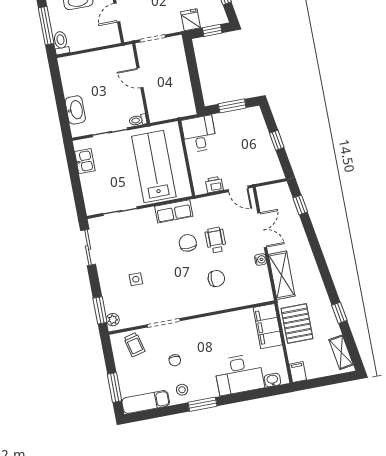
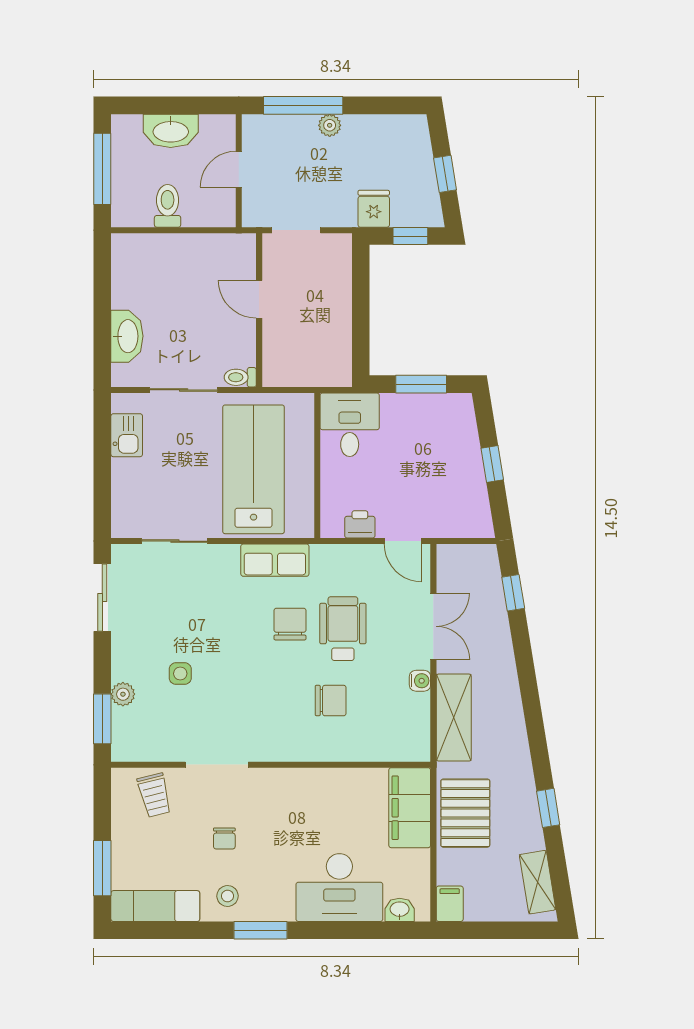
toilet: (61, 43) -> (168, 206), moved
wheelchair: (216, 240) -> (343, 629), width x1.36, depth x1.37
plant: (113, 320) -> (123, 694), moved

